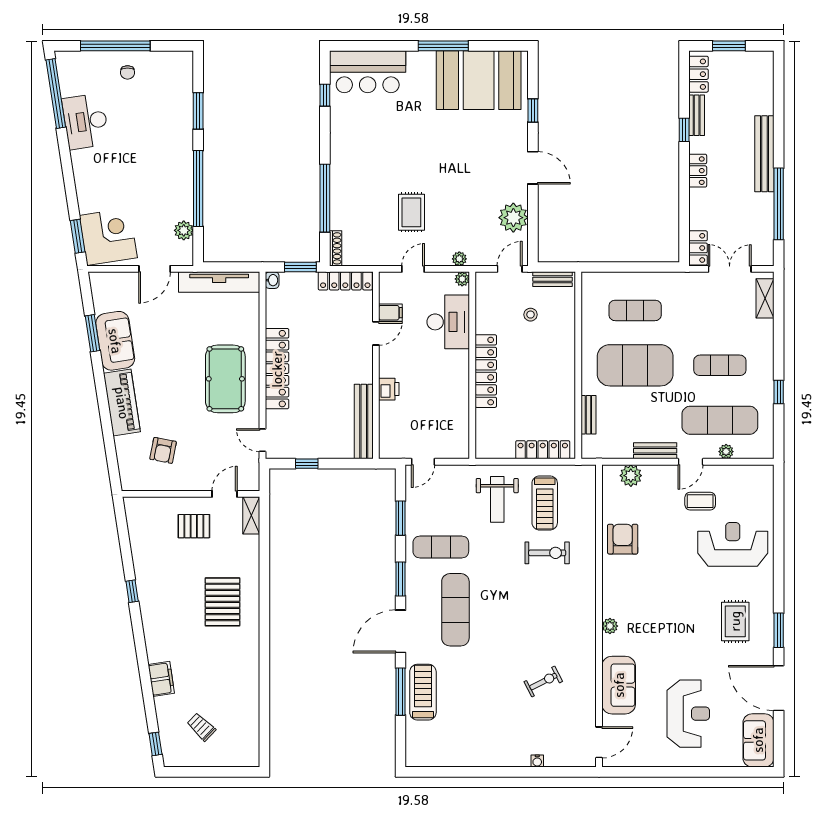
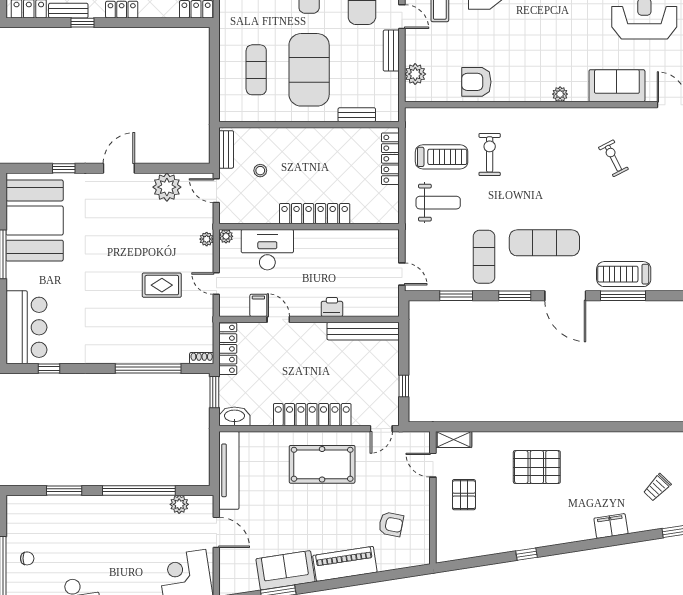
shoe rack: (336, 248) -> (202, 358), width x0.70
washbasin: (272, 280) -> (234, 416), width x1.91, depth x1.45

